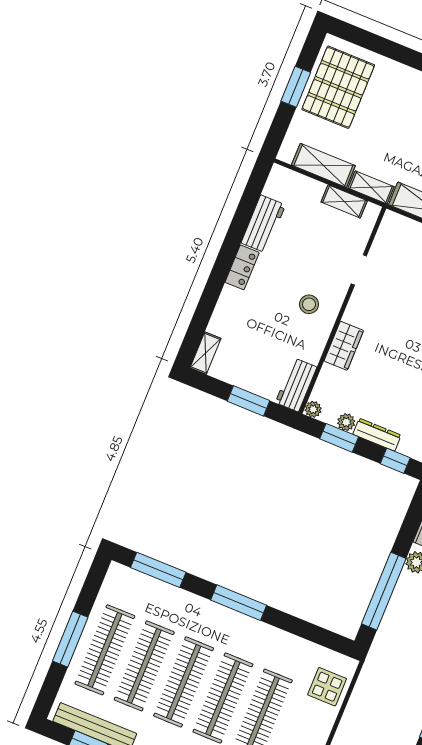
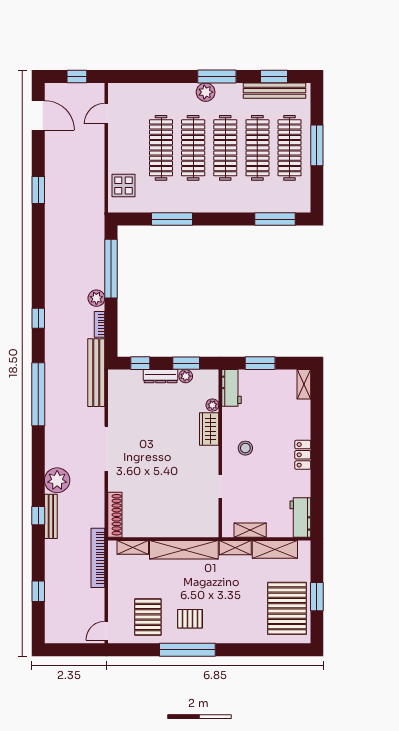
workbench: (263, 224) -> (300, 517), moved
plant: (313, 409) -> (212, 405), moved
window: (239, 603) -> (172, 219), moved

